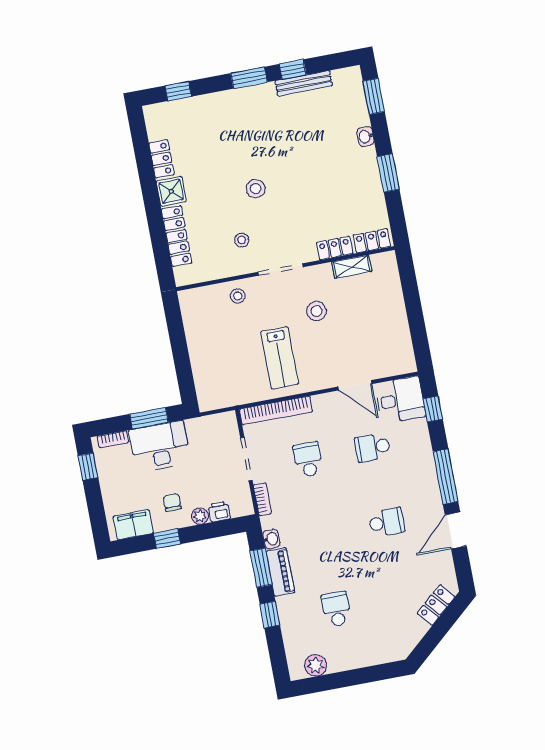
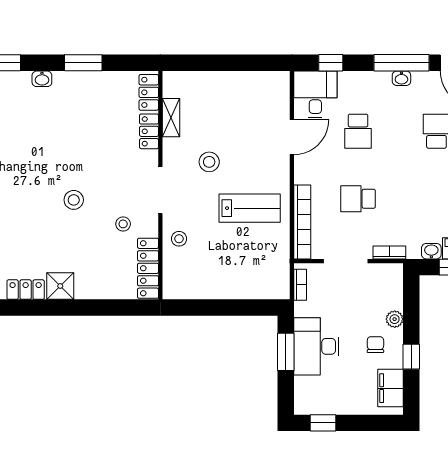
locker: (177, 236) -> (148, 268), moved, turned -90
bookcase: (113, 439) -> (300, 285), moved
washbasin: (431, 479) -> (401, 78), added
chair: (172, 502) -> (375, 345), turned 90
printer: (219, 512) -> (394, 299), removed

